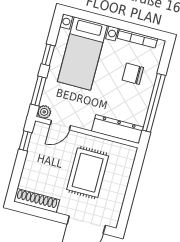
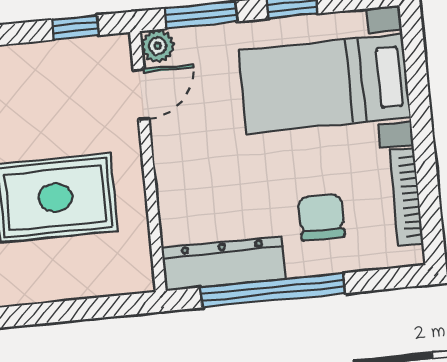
door: (60, 125) -> (141, 94), swing flipped
dresser: (117, 129) -> (224, 264), moved, turned -90

